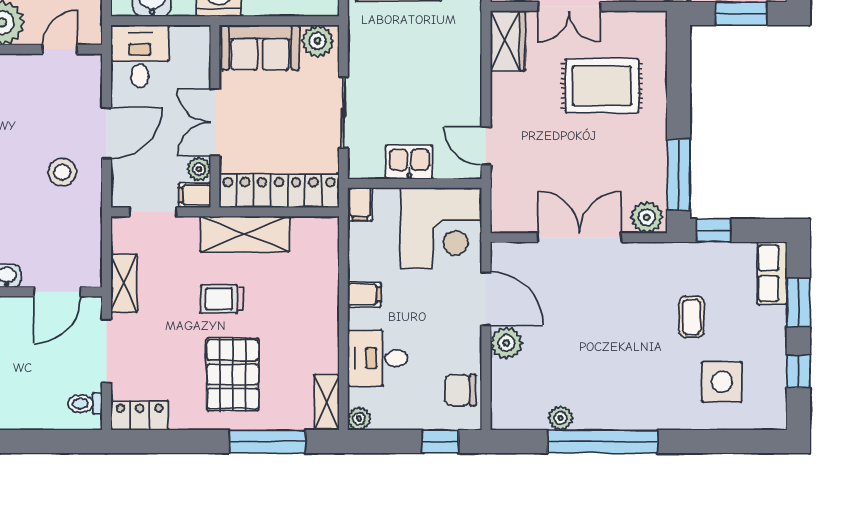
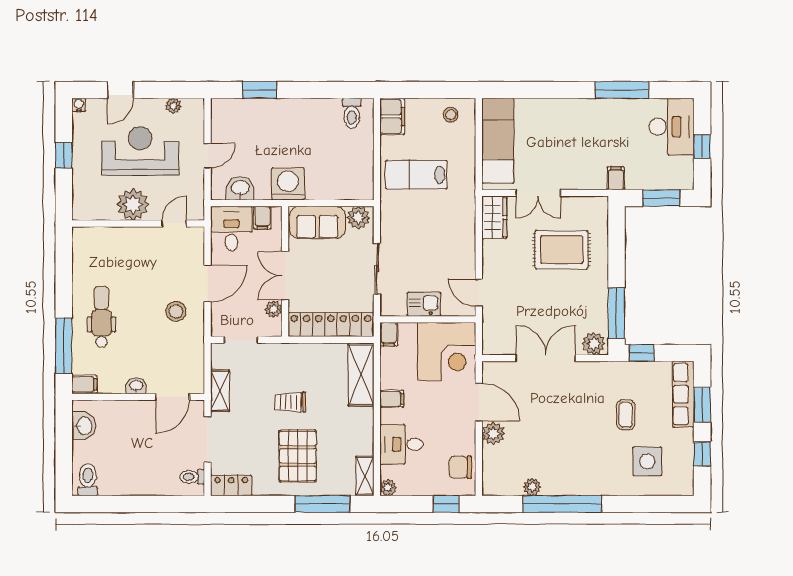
filing cabinet: (195, 195) -> (262, 218), moved, turned -90
shelving: (245, 234) -> (361, 375), moved, turned 90
row of seats: (772, 273) -> (683, 394), width x1.48

